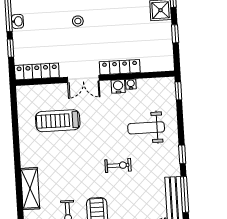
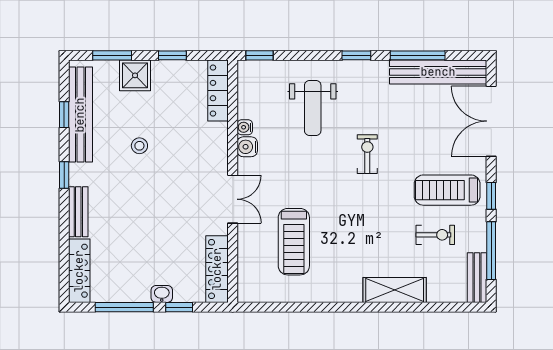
washbasin: (18, 21) -> (162, 294), moved
stool: (78, 21) -> (139, 146), moved
locker: (120, 67) -> (218, 91), moved

